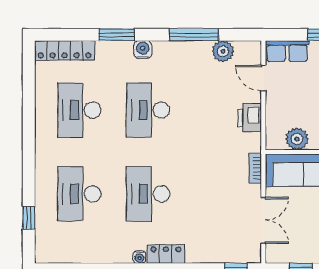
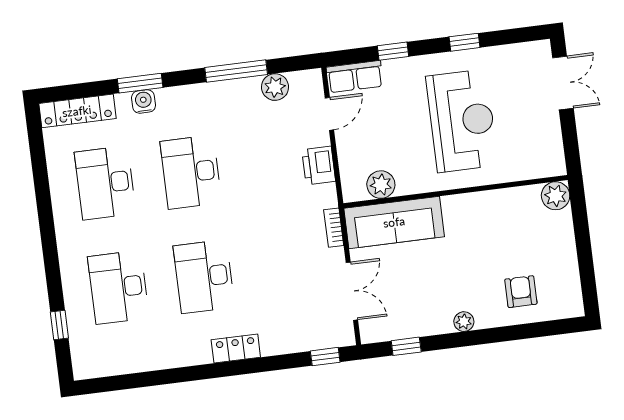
water cooler: (143, 50) -> (144, 102), moved
door: (263, 78) -> (329, 114), swing flipped
water cooler: (139, 257) -> (203, 357), removed

